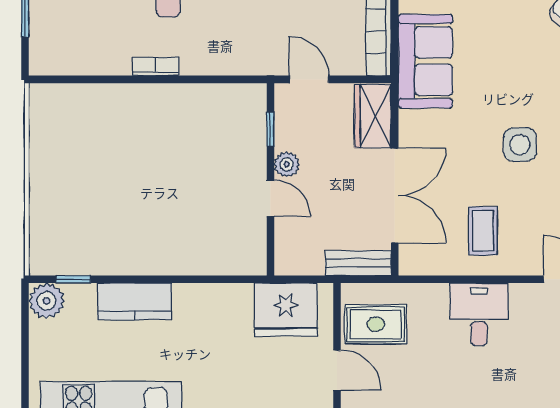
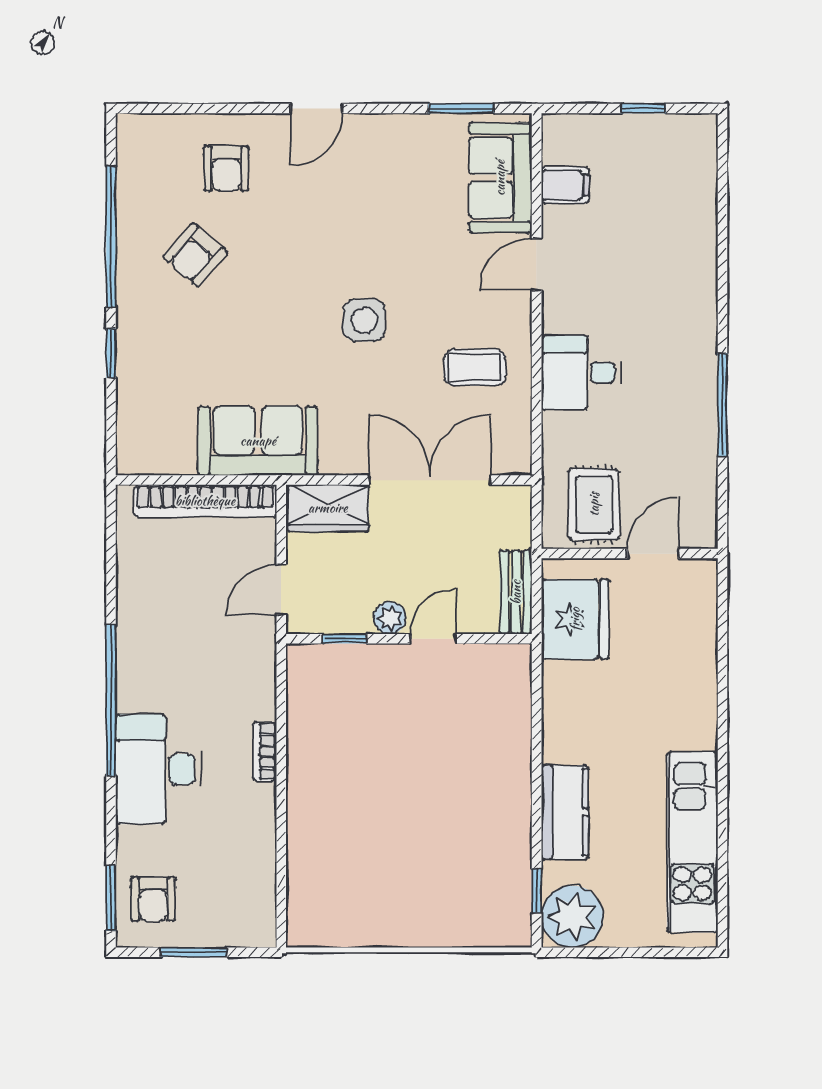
bookcase: (156, 67) -> (265, 751), moved
bench: (358, 263) -> (516, 592), moved
plant: (46, 301) -> (572, 917), width x1.36, depth x1.36

